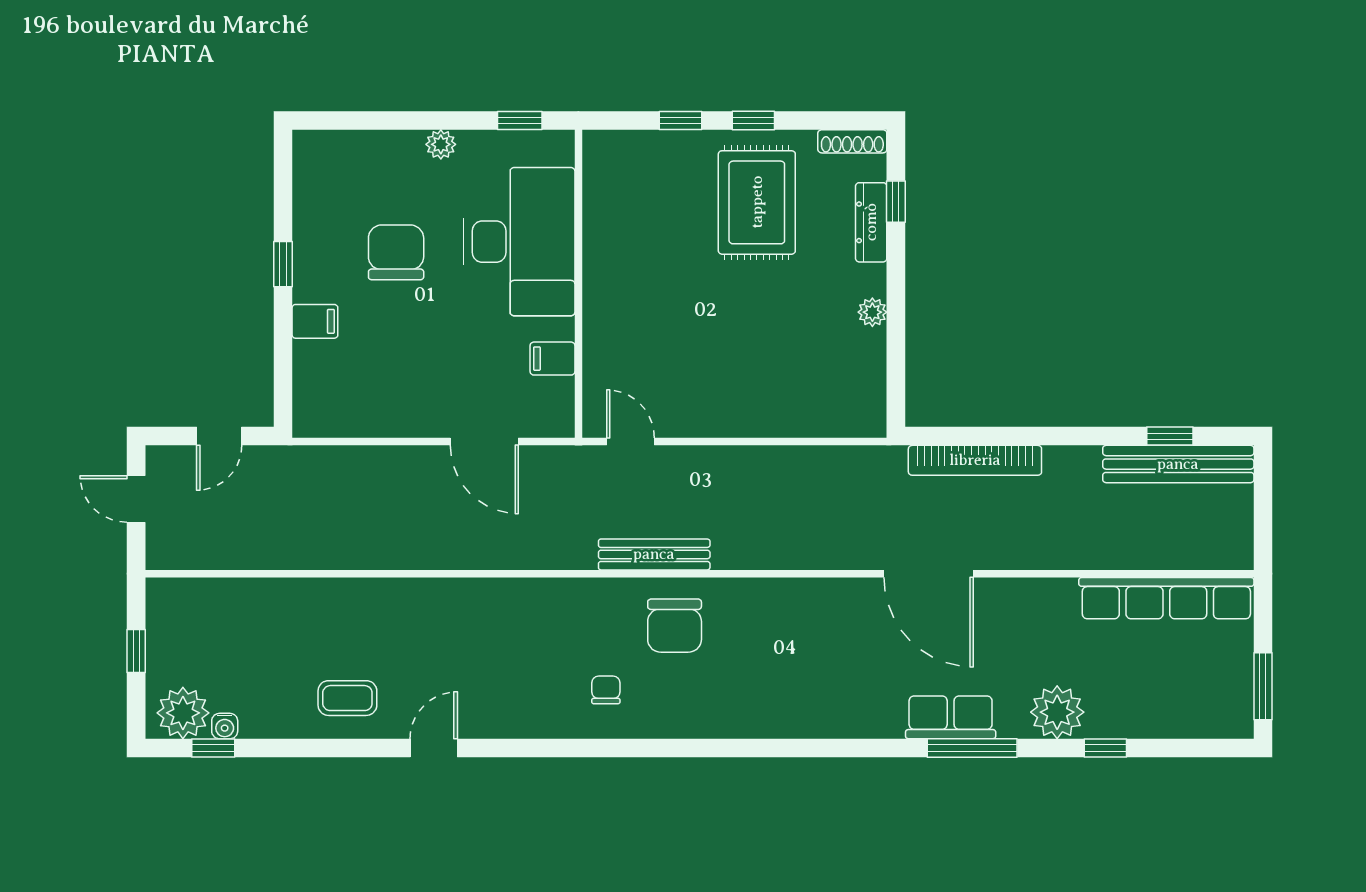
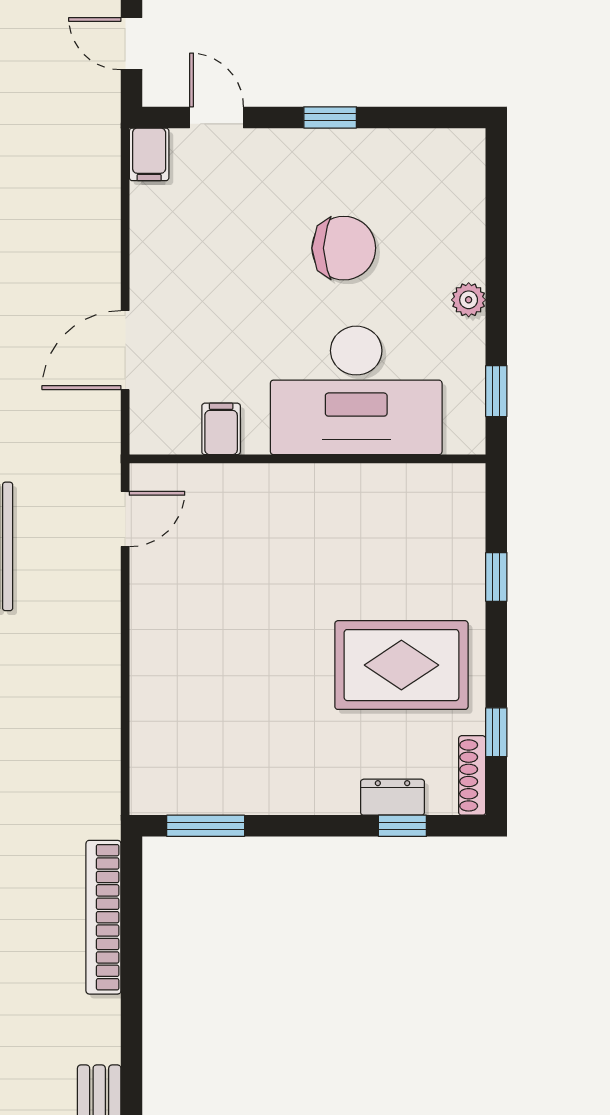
window: (753, 120) -> (496, 732), moved
dresser: (871, 222) -> (393, 797), width x0.70
plant: (872, 312) -> (275, 799), removed
filing cabinet: (315, 321) -> (149, 154), moved
door: (283, 362) -> (217, 117), added
window: (896, 372) -> (206, 826), added

